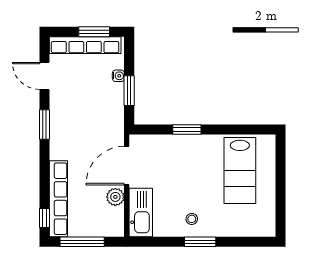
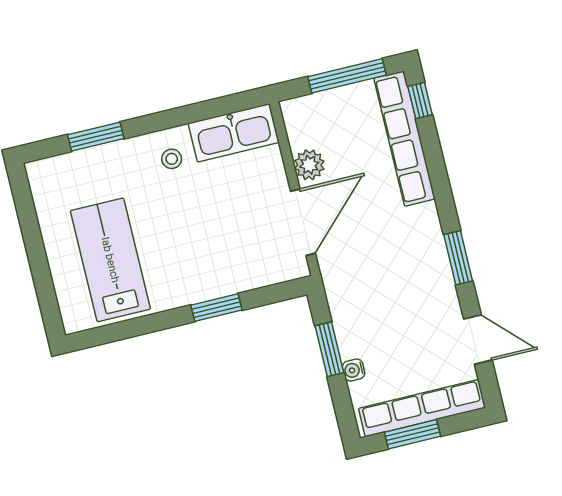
kitchen sink: (141, 213) -> (234, 133), moved, turned -90
window: (200, 242) -> (96, 137), moved

